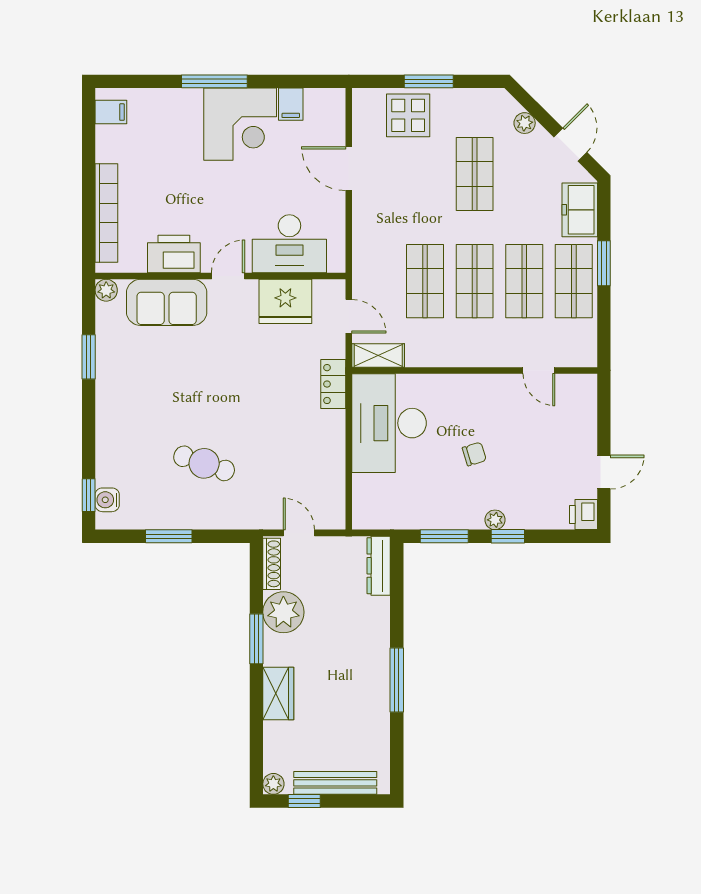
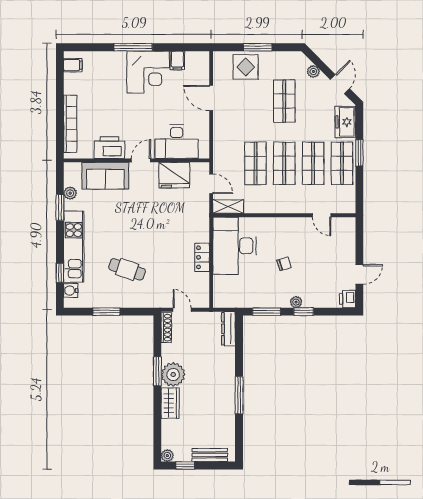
plant: (106, 290) -> (70, 193), moved
locker: (333, 384) -> (202, 257), moved
kitchen unit: (112, 424) -> (74, 247), added
window: (89, 495) -> (60, 273), moved
plant: (283, 612) -> (173, 375), moved
bench: (335, 783) -> (210, 455), width x0.73

